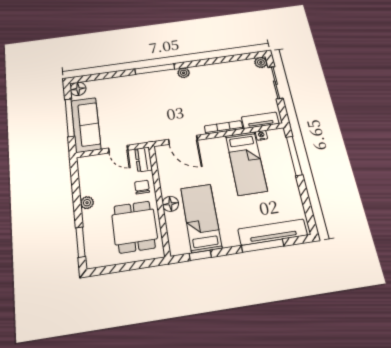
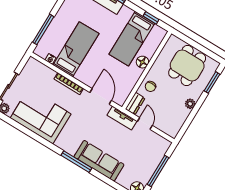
plant: (184, 73) -> (60, 143), removed
corner sofa: (223, 81) -> (41, 116), added
tv unit: (260, 120) -> (122, 118), moved
sofa: (86, 125) -> (99, 161), moved, turned 90
dining table: (134, 227) -> (187, 65), moved

